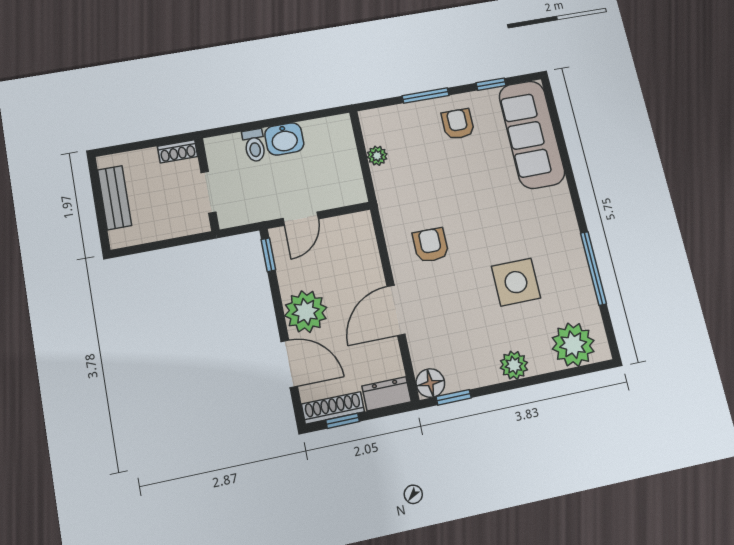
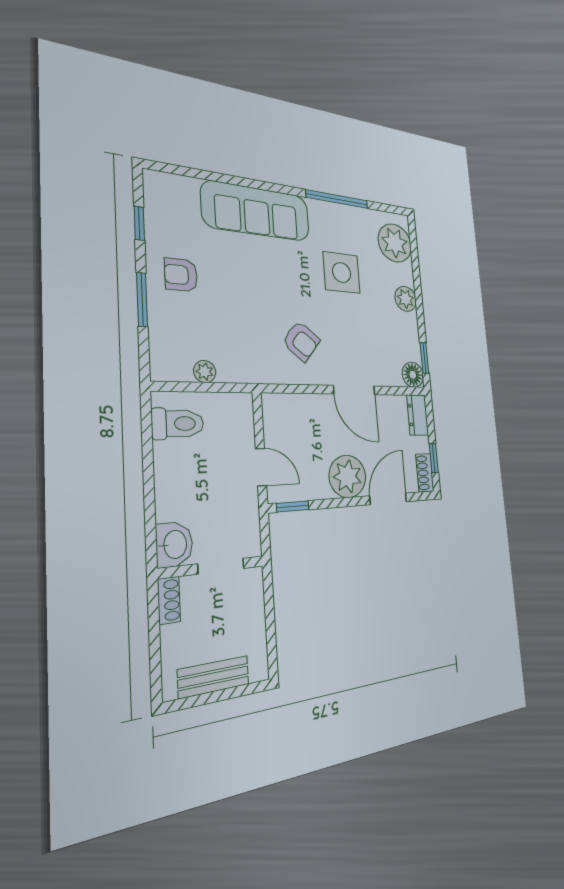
sofa: (532, 134) -> (256, 211), moved
washbasin: (284, 139) -> (174, 544), moved
toilet: (254, 145) -> (178, 424), moved, width x1.37, depth x1.39
armchair: (431, 245) -> (301, 341), turned -141
shoe rack: (333, 408) -> (425, 473), width x0.70

